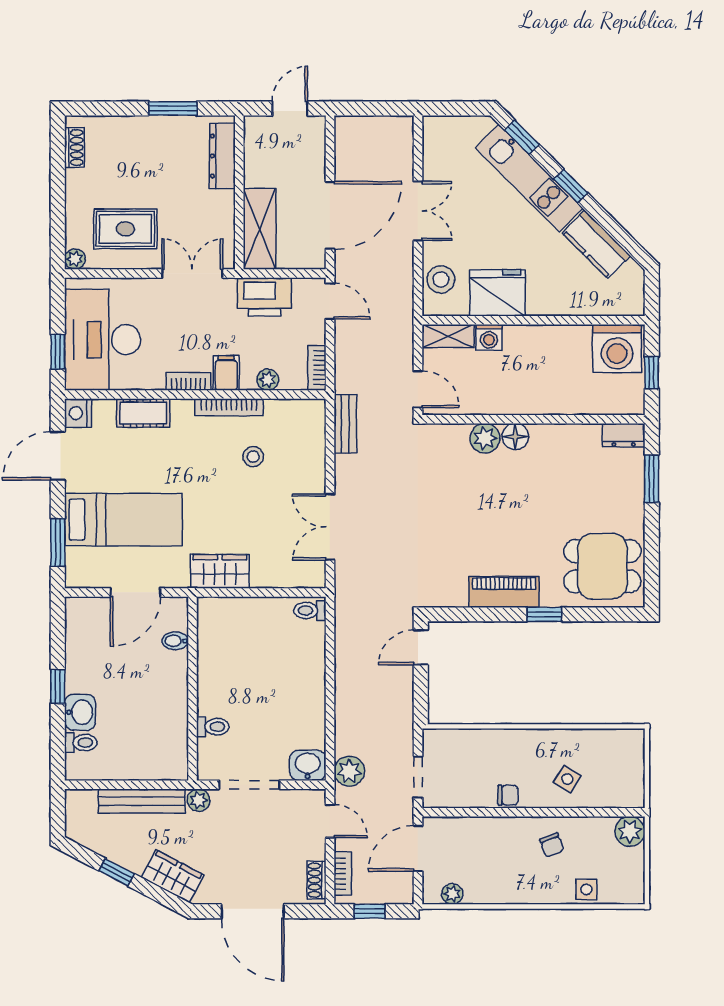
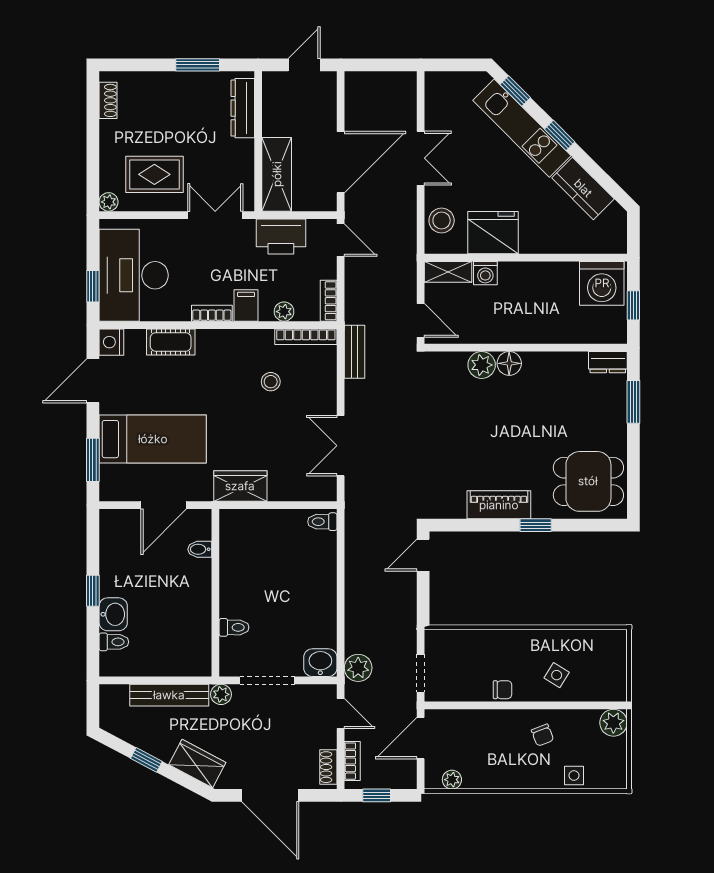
bookcase: (229, 407) -> (306, 337), moved

